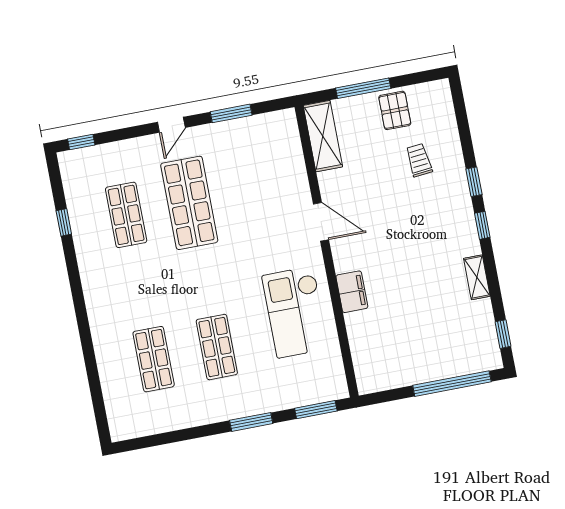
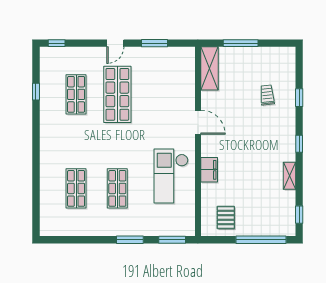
pallet: (395, 110) -> (226, 217), moved
window: (474, 182) -> (299, 98), moved

